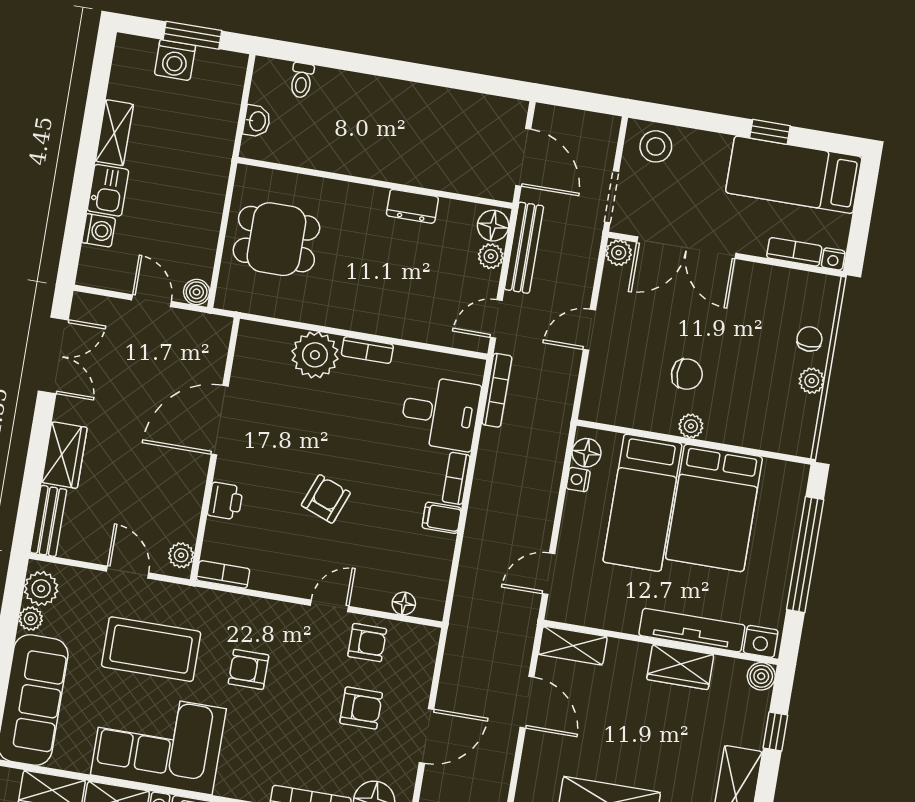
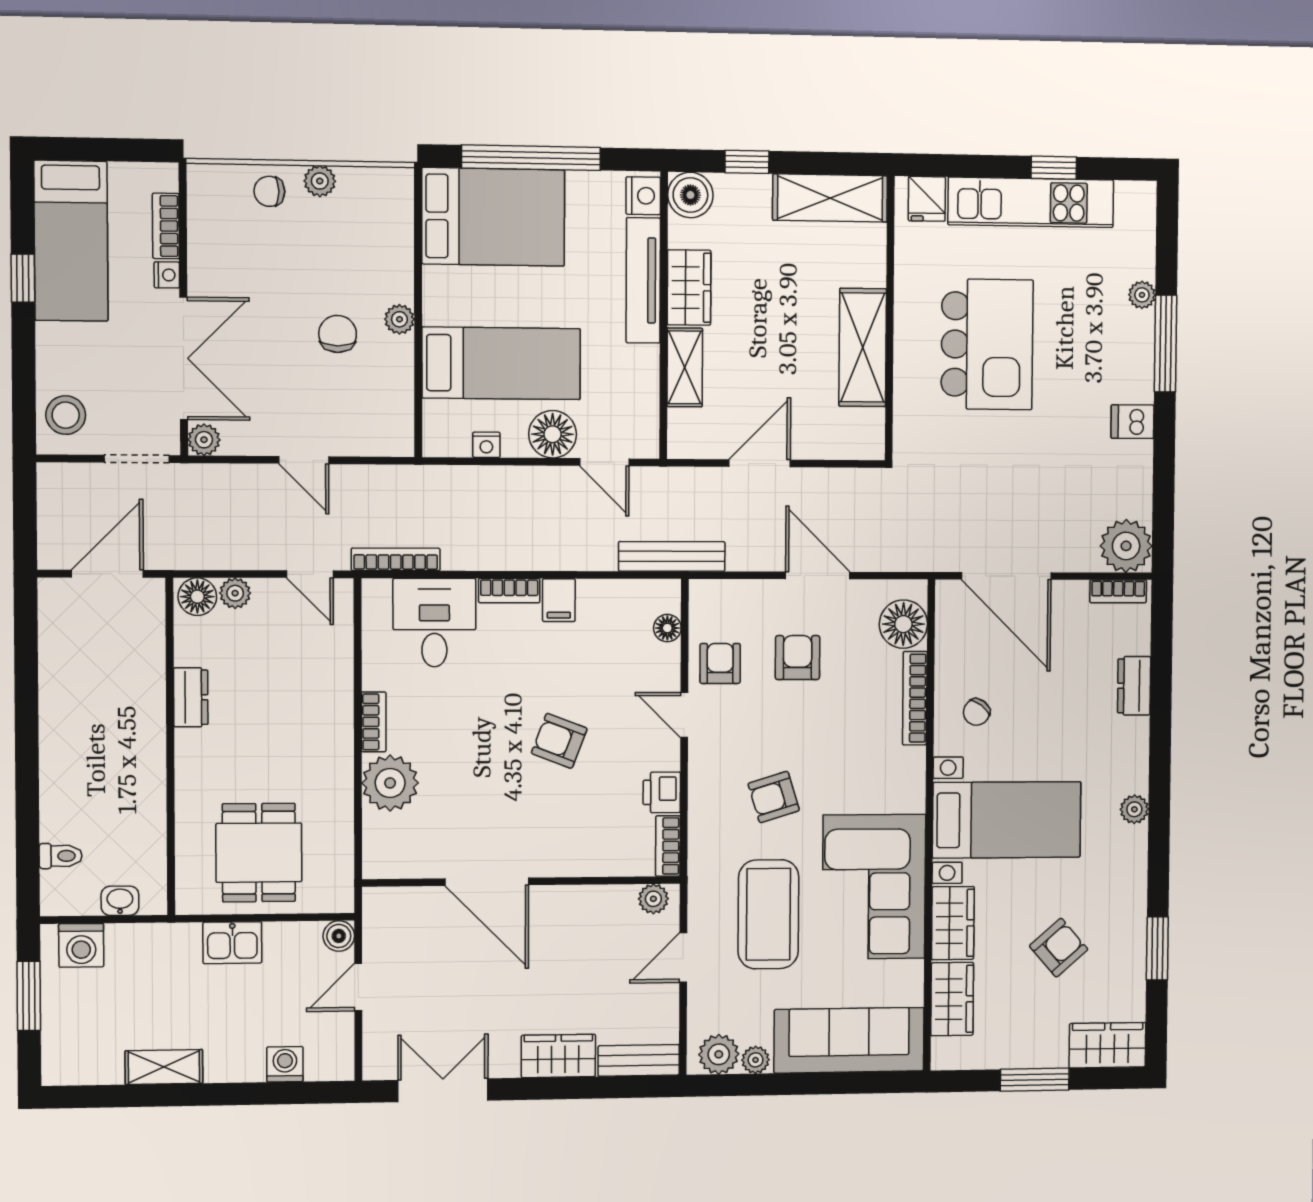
washing machine: (175, 60) -> (81, 945), moved, turned 90
kitchen sink: (108, 190) -> (232, 943), moved, turned 180
bench: (524, 248) -> (672, 556), moved
nightstand: (833, 259) -> (167, 275), moved
floor lamp: (587, 453) -> (553, 434), moved, width x1.38, depth x1.38
printer: (225, 501) -> (662, 792), moved, turned -90
bed: (714, 508) -> (493, 217), moved
shelving: (573, 646) -> (685, 367), moved
armchair: (248, 669) -> (774, 797), turned 73
boiler: (761, 676) -> (690, 195), width x1.36, depth x1.36

